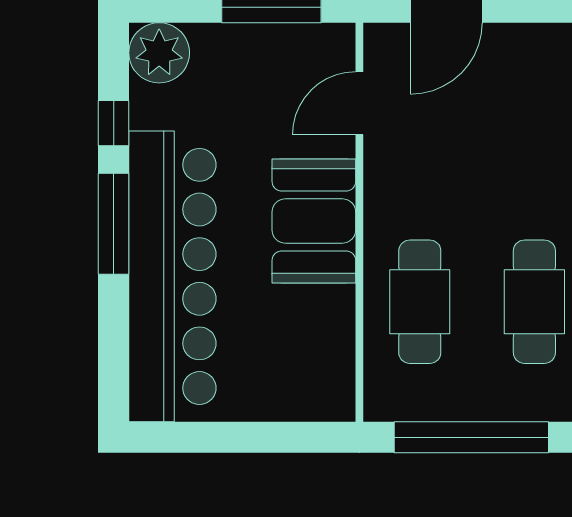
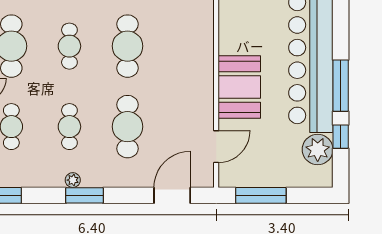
plant: (159, 53) -> (318, 150), moved
cafe table: (420, 302) -> (127, 127), moved

